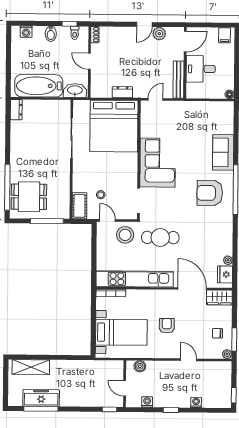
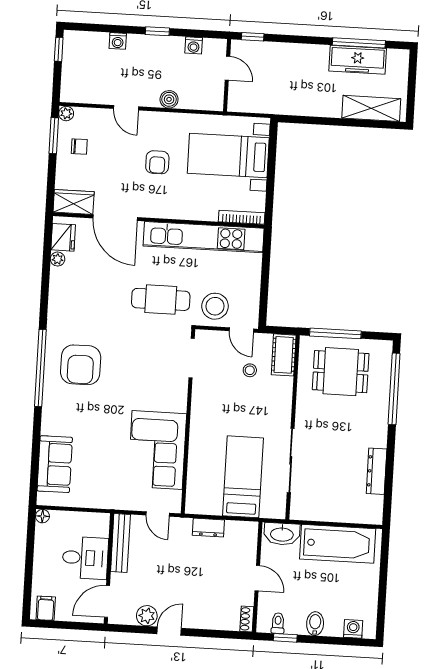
door: (156, 99) -> (158, 514), hinge flipped
dresser: (16, 110) -> (377, 471), moved, width x1.44
bed: (114, 126) -> (243, 477), width x0.49
sofa: (223, 152) -> (55, 464), moved
corner sofa: (158, 163) -> (157, 450), moved
armchair: (210, 193) -> (81, 365), turned 90
dining table: (29, 197) -> (341, 372), moved
boiler: (140, 366) -> (169, 99), moved

